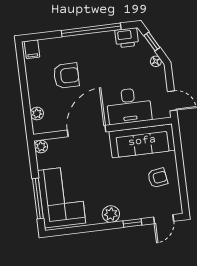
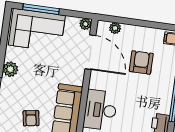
armchair: (66, 76) -> (141, 62), turned 180
door: (87, 131) -> (90, 52), moved

